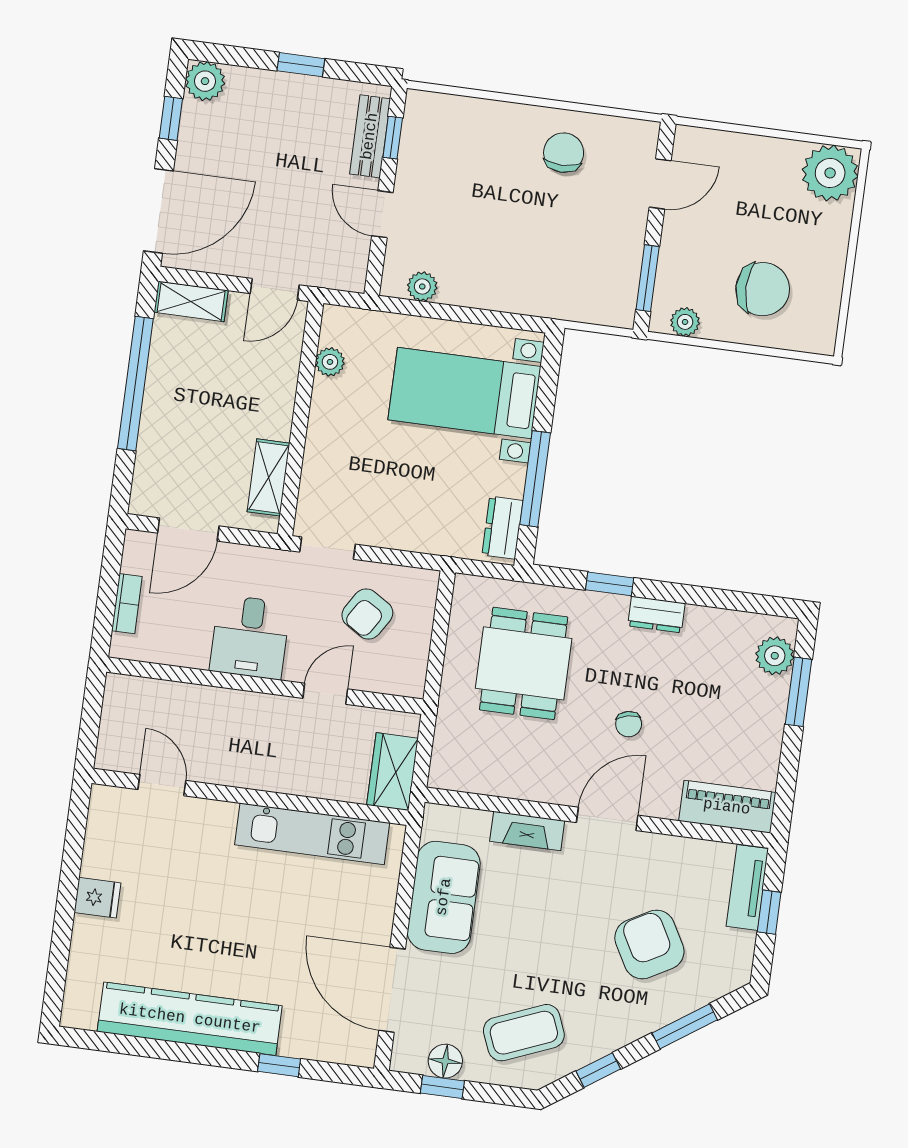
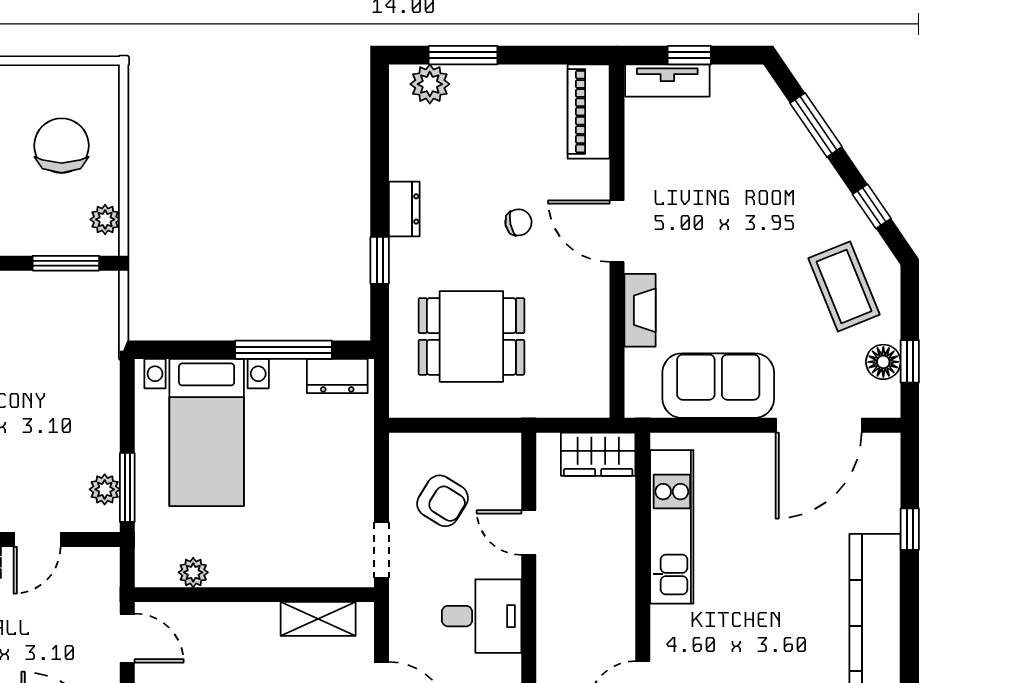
window: (421, 309) -> (127, 487), added
armchair: (649, 945) -> (738, 172), removed

